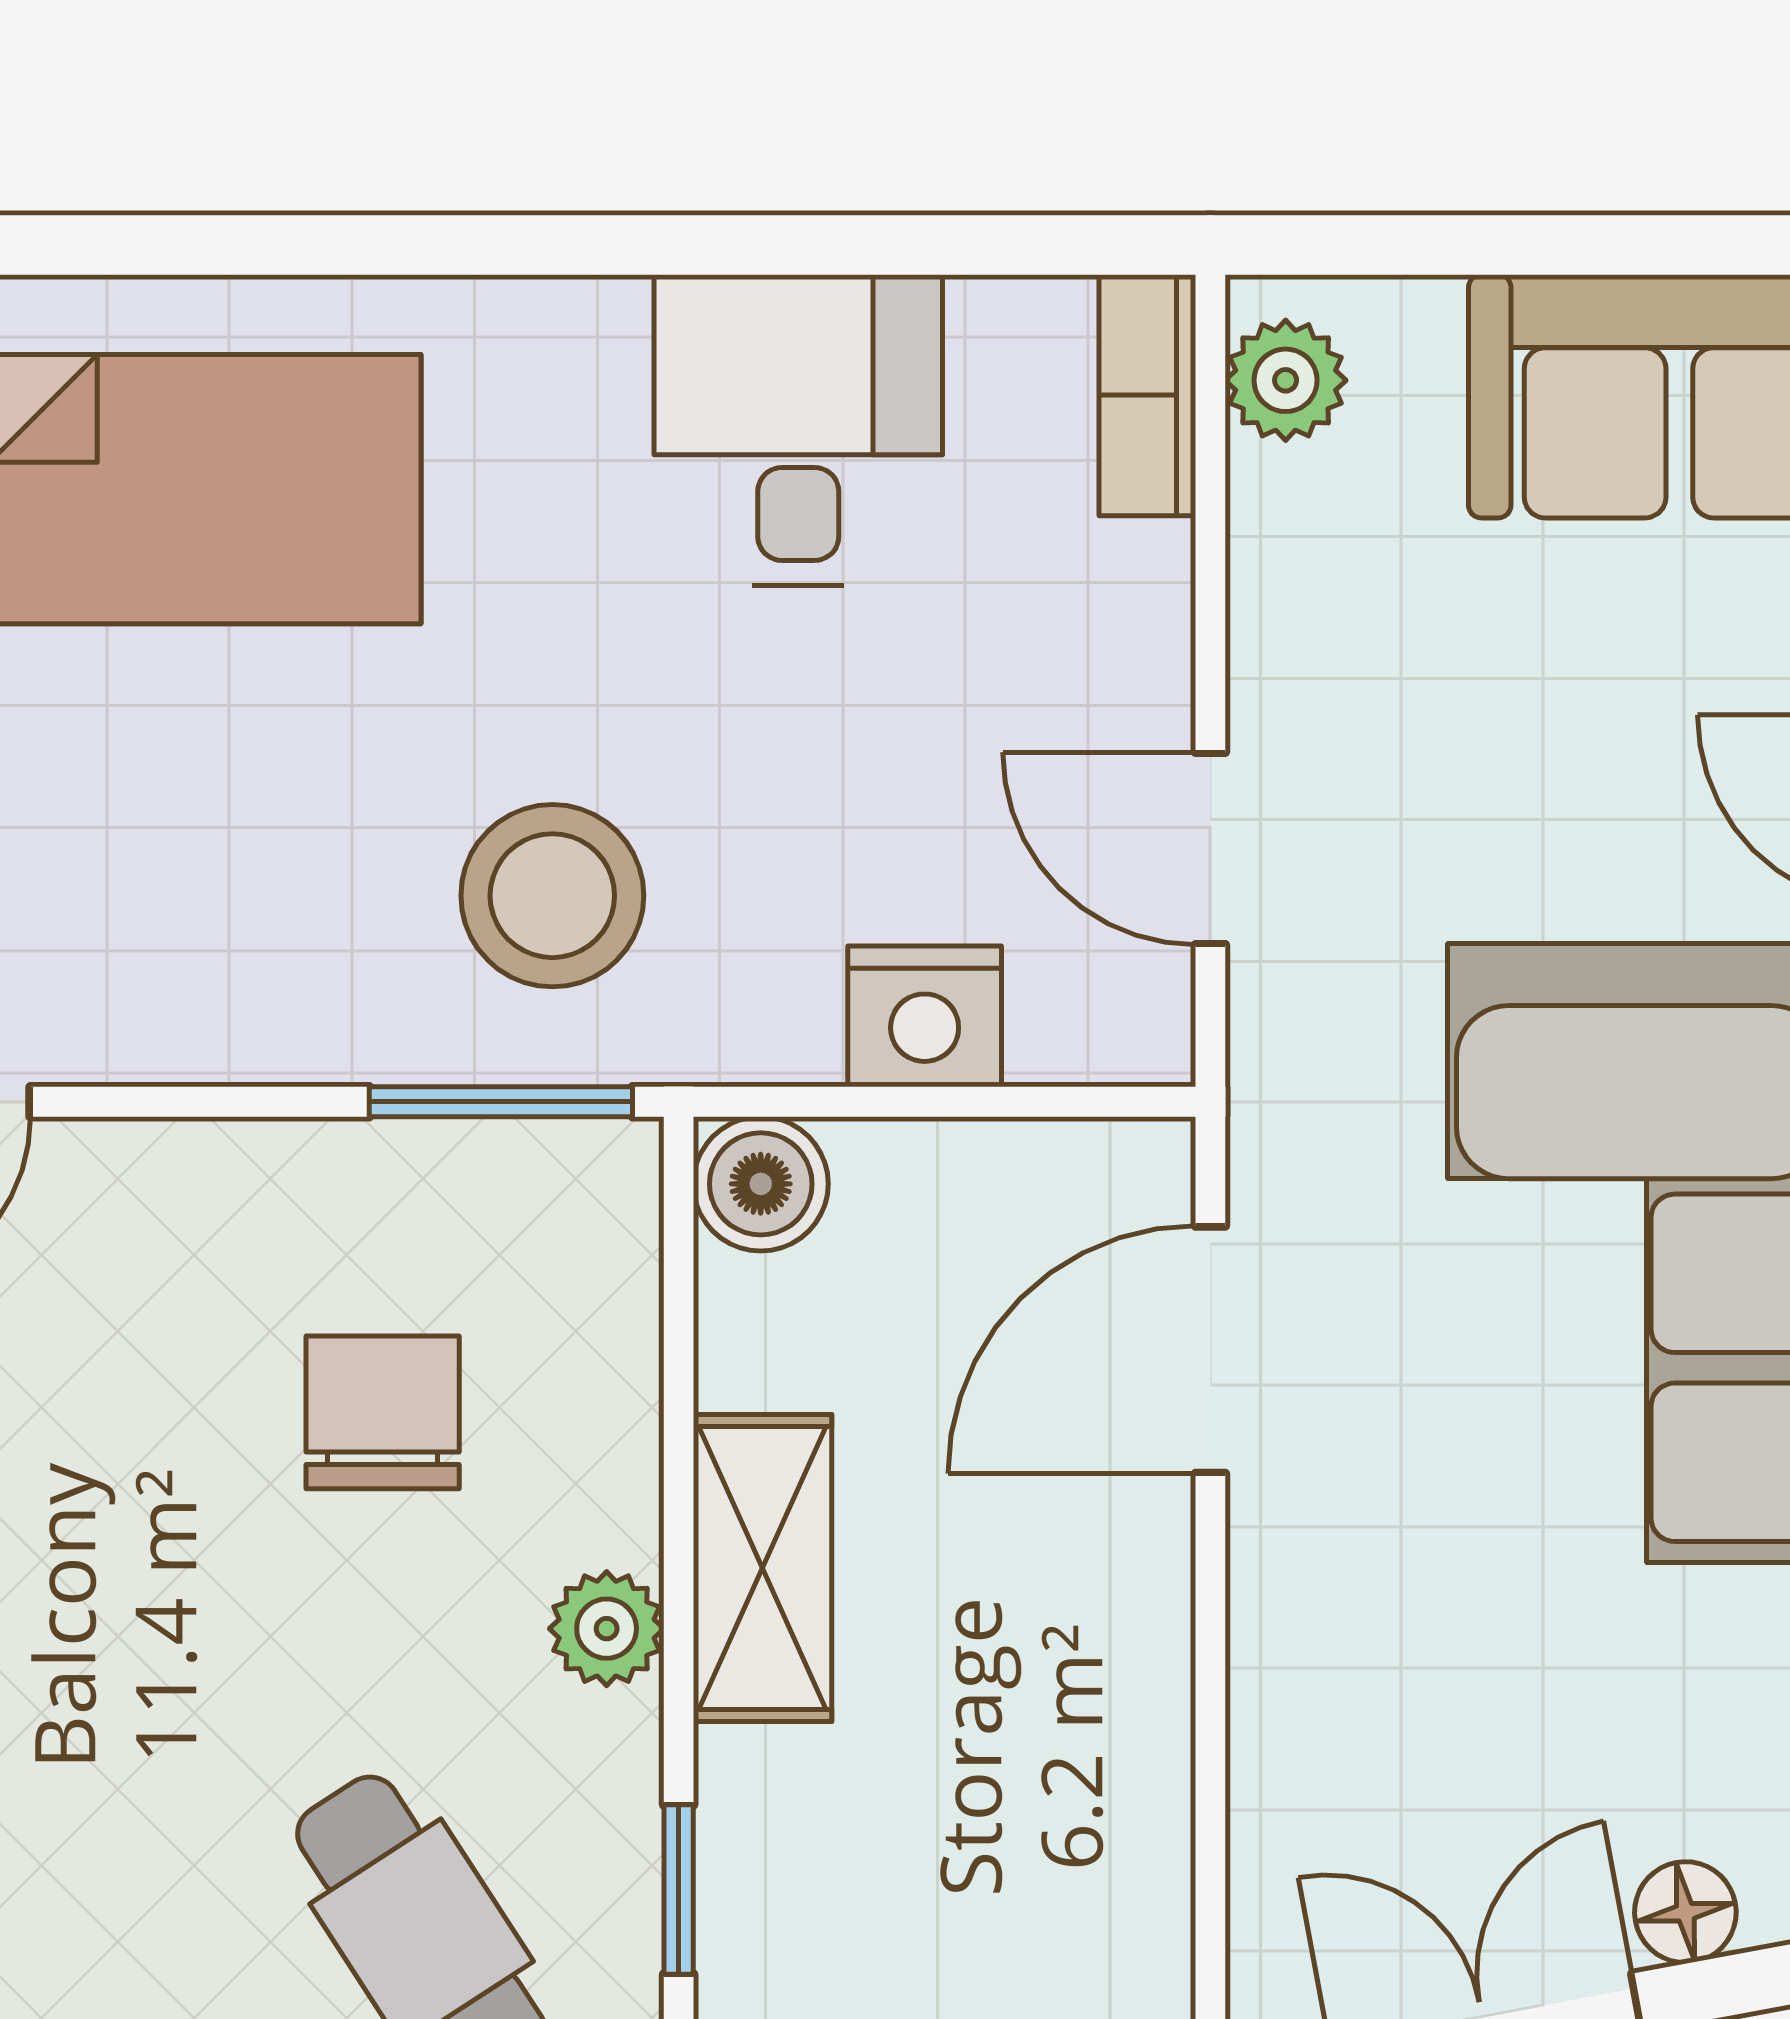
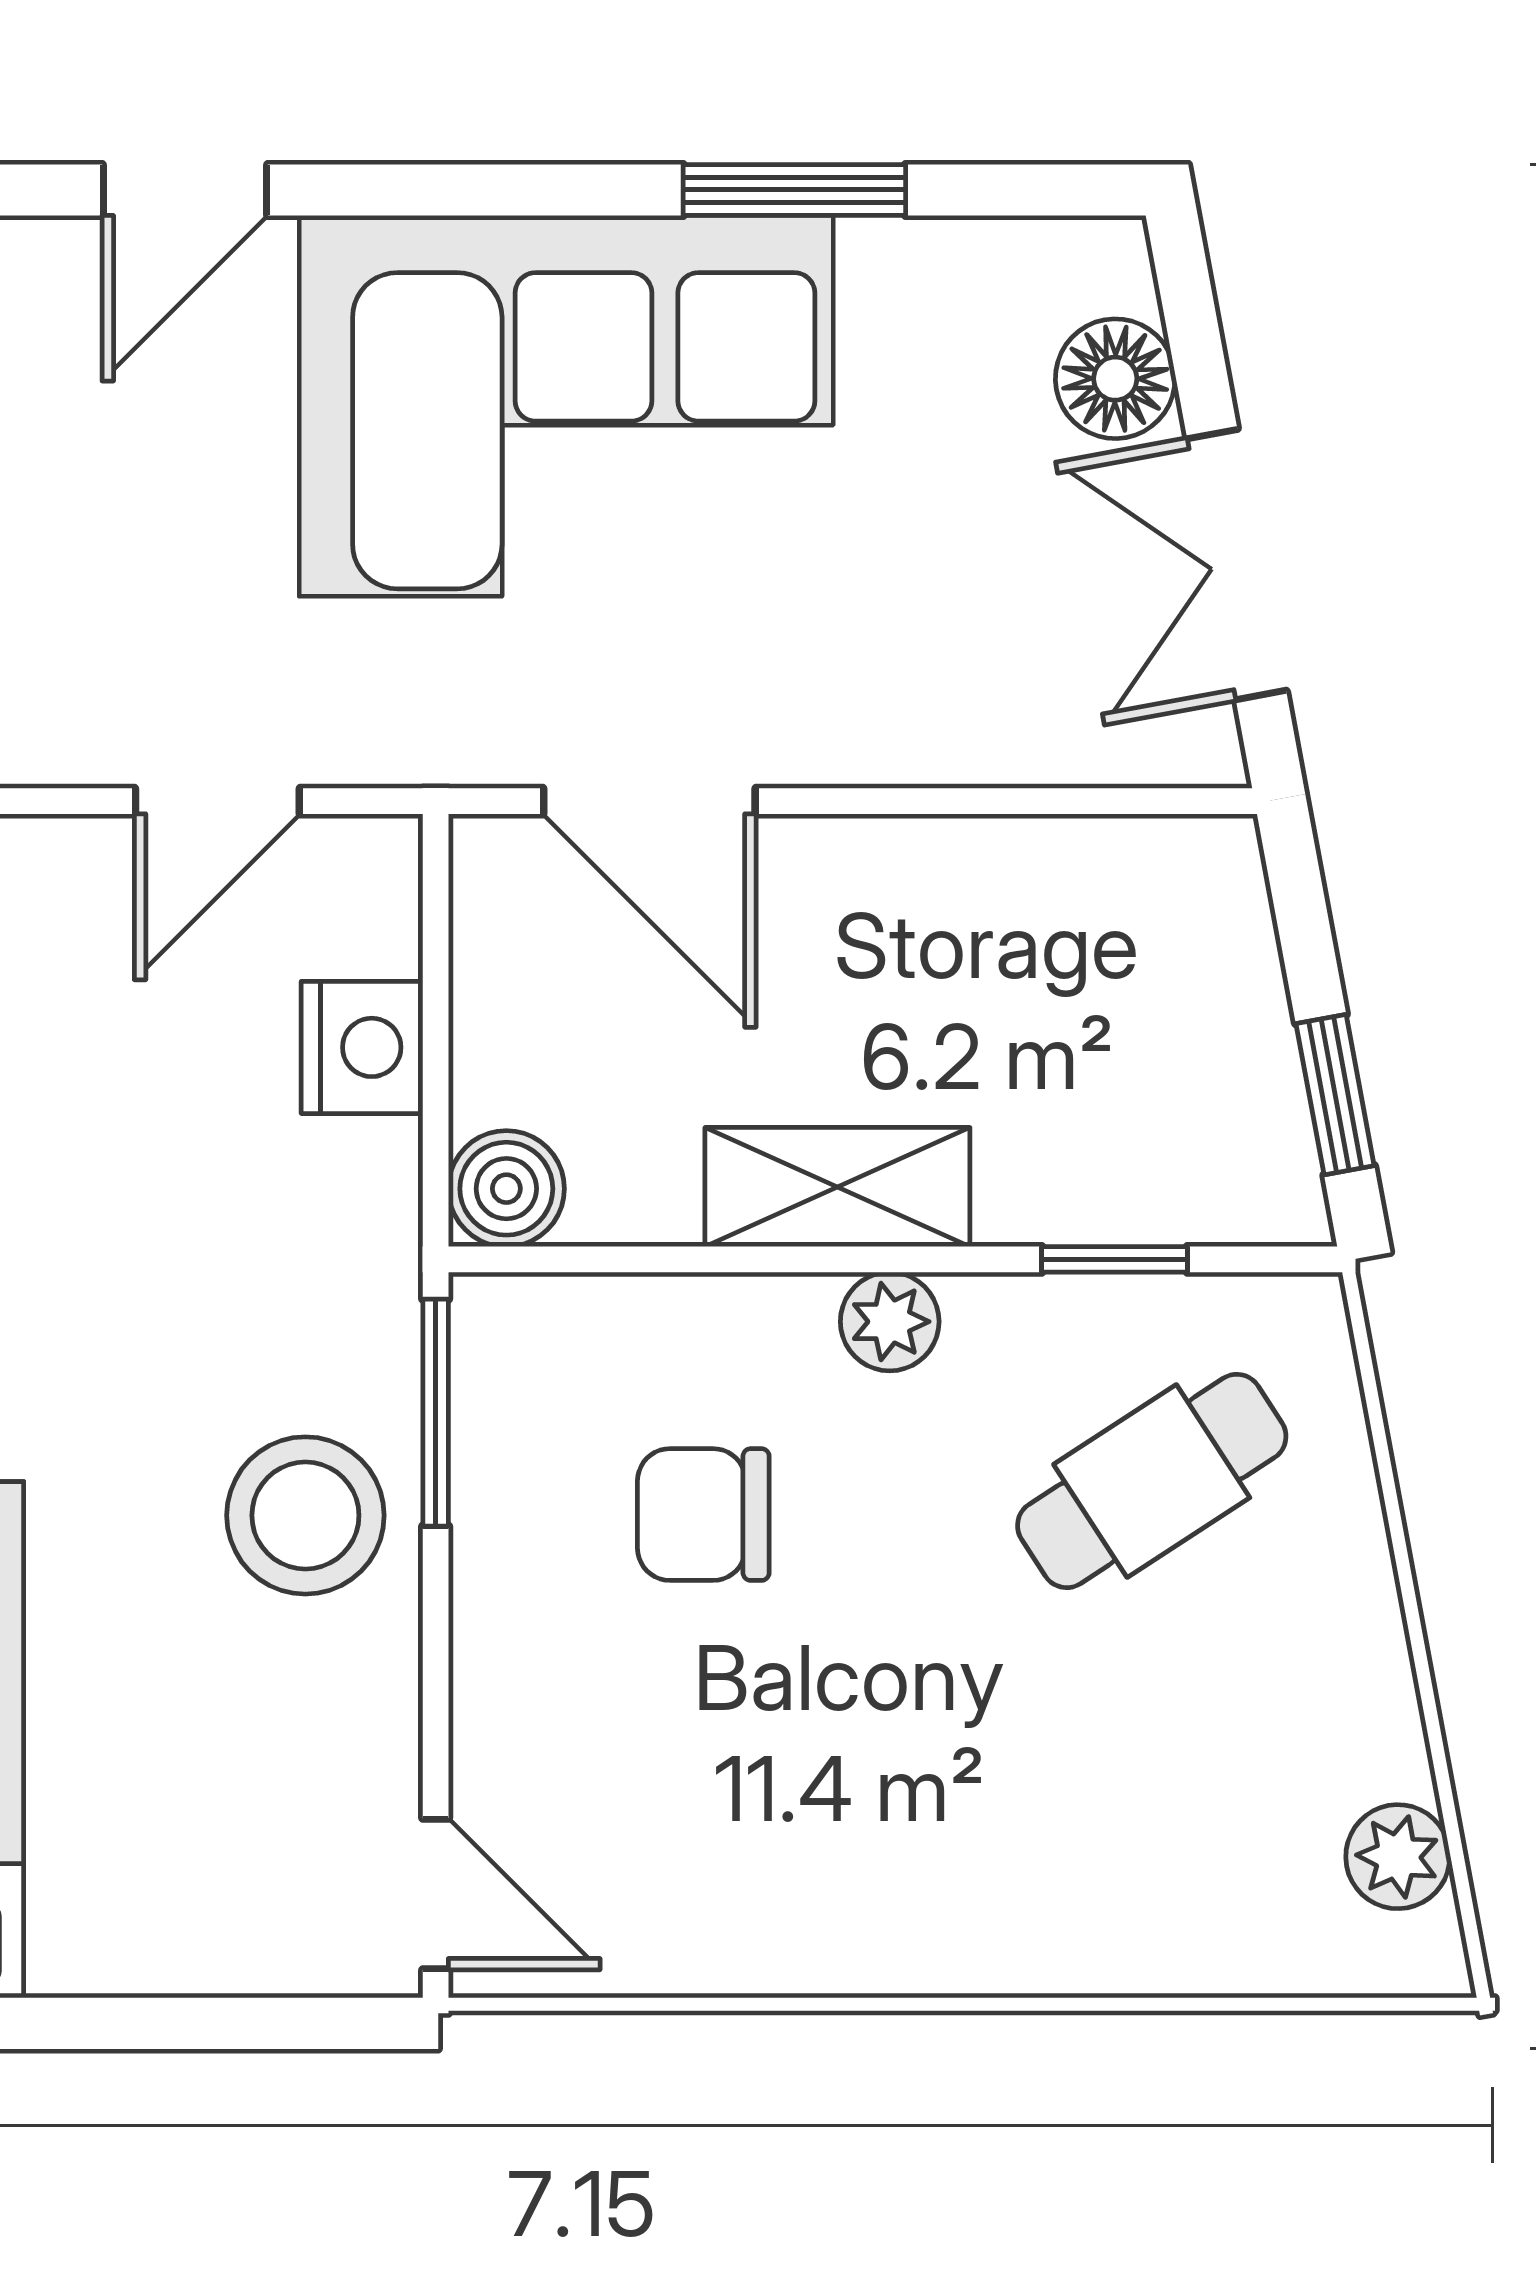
stool: (552, 896) -> (305, 1515), moved
floor lamp: (1685, 1912) -> (1115, 379), width x1.37, depth x1.37

